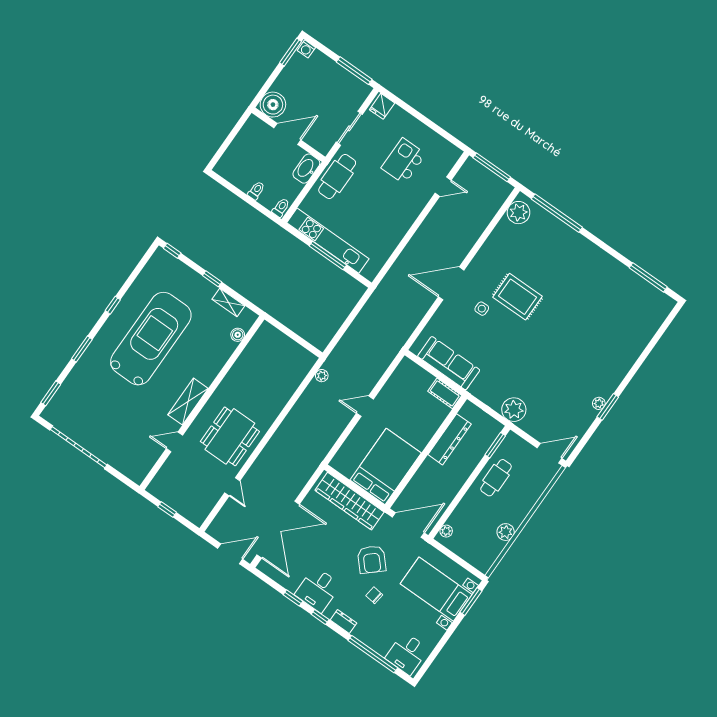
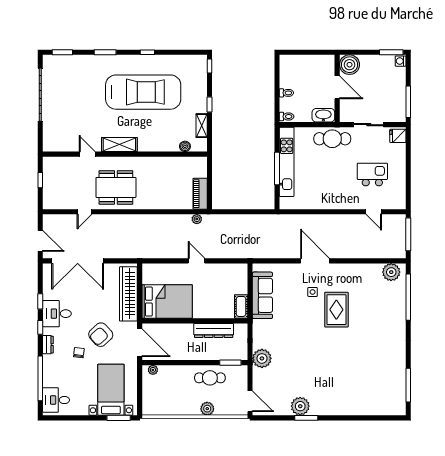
piano: (298, 354) -> (200, 194), added
plant: (599, 403) -> (300, 406), width x1.87, depth x1.87
plant: (506, 532) -> (207, 409), moved

